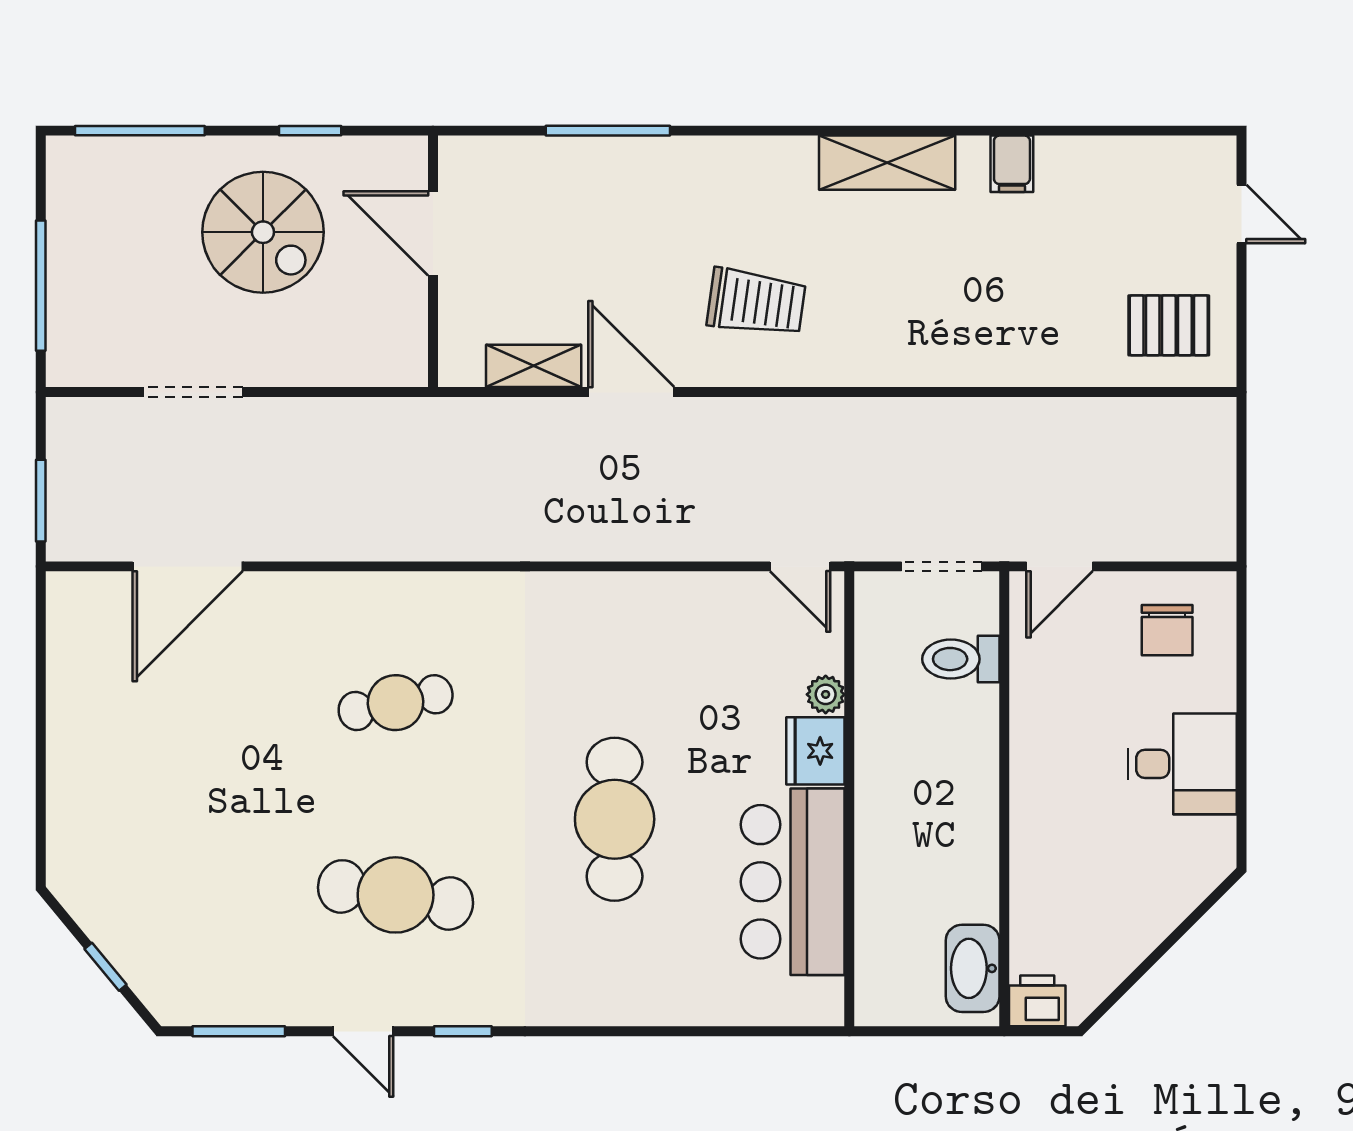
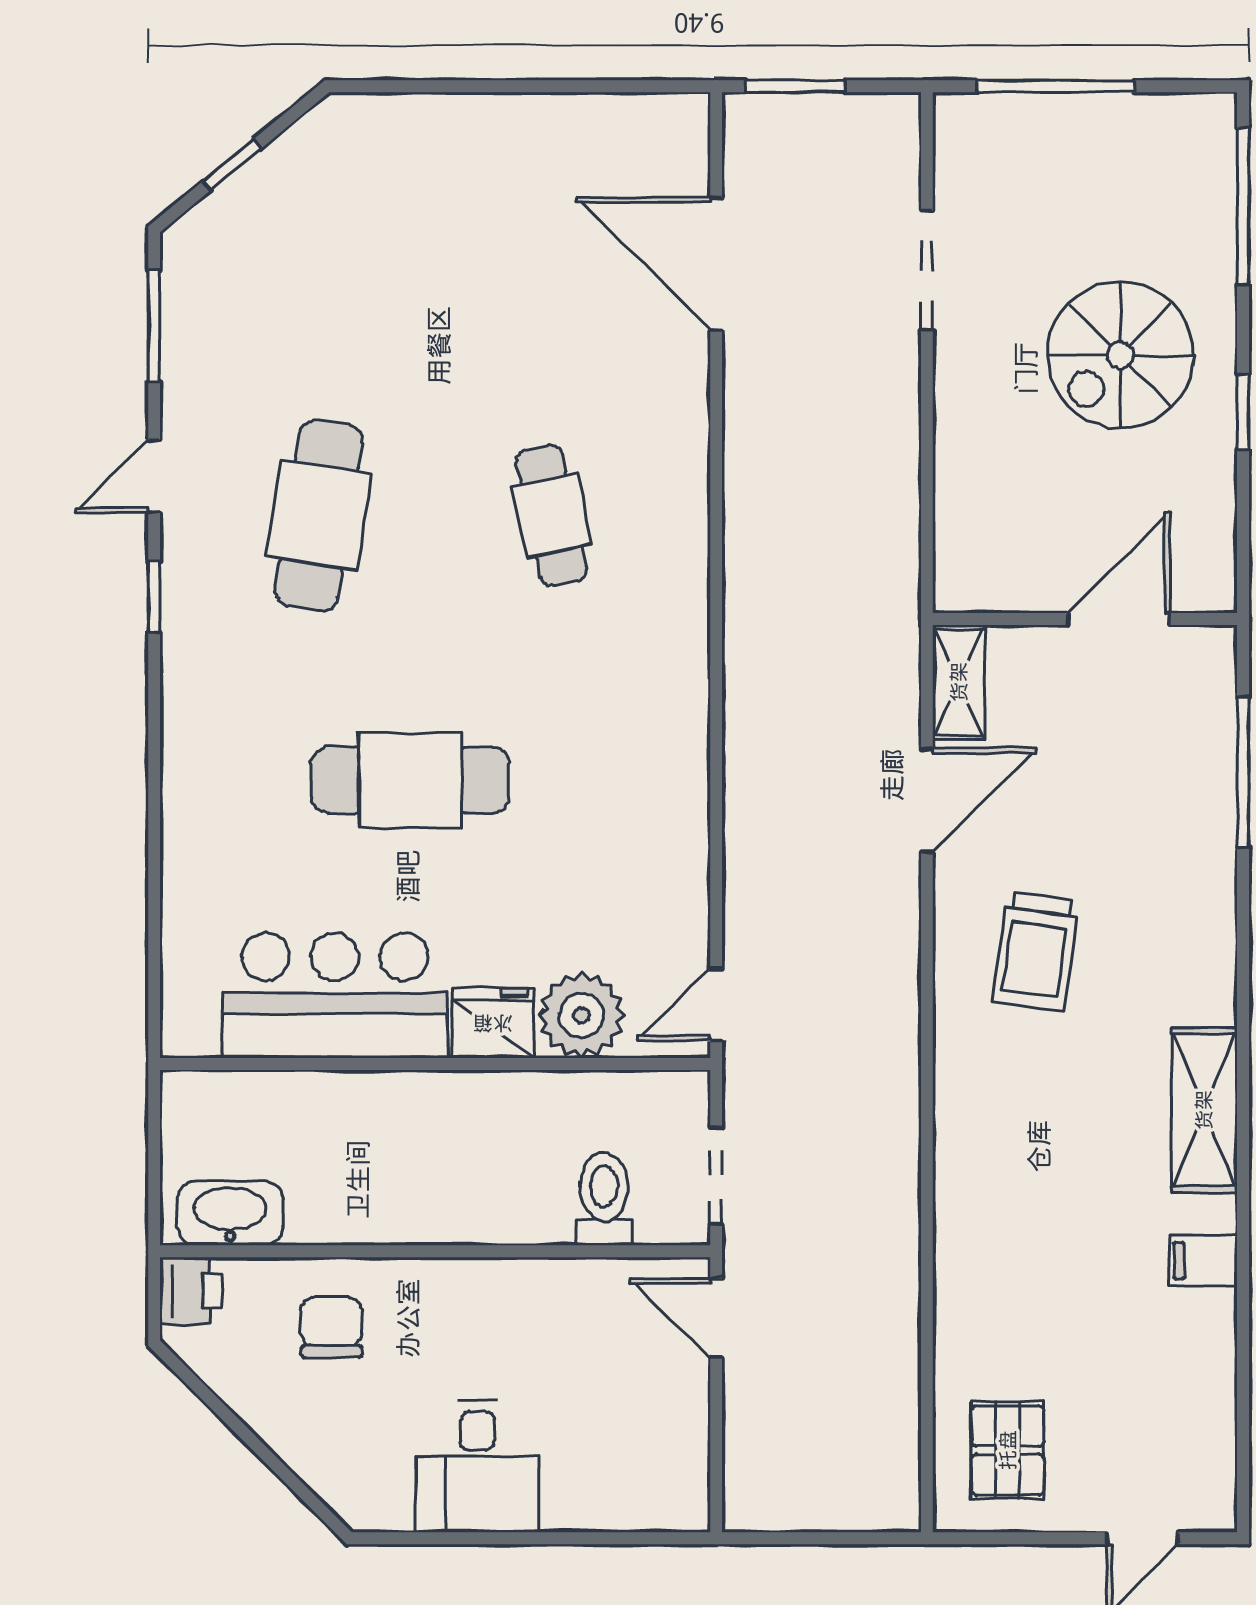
door: (433, 233) -> (1119, 619), moved
wall: (433, 261) -> (1085, 619), moved
chair: (1167, 630) -> (332, 1327), moved, turned 90
plant: (826, 694) -> (581, 1015), width x1.87, depth x1.87

